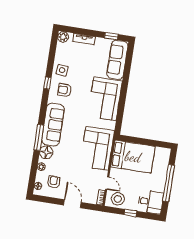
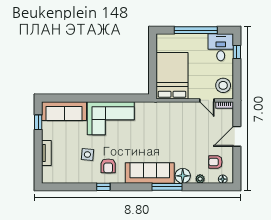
plant: (63, 37) -> (48, 177), removed
side table: (62, 70) -> (87, 155), moved
corner sofa: (97, 148) -> (169, 118), removed
door: (107, 183) -> (207, 100), swing flipped
window: (130, 213) -> (237, 52), moved

